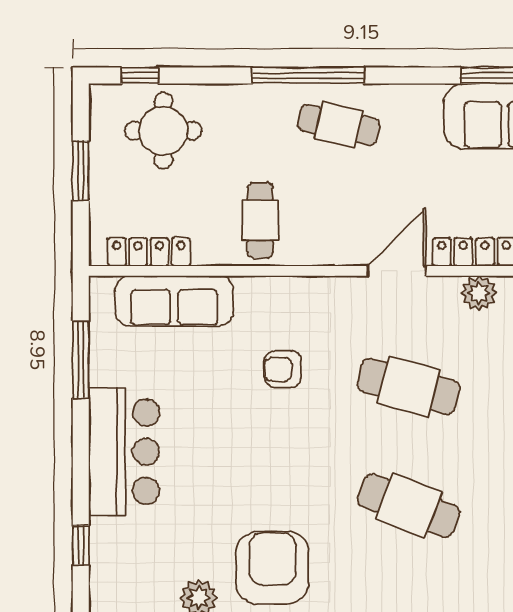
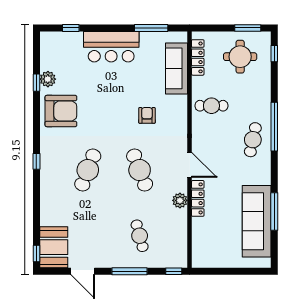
round table: (163, 131) -> (240, 57), moved
window: (81, 171) -> (248, 28), moved
cafe table: (409, 386) -> (140, 170), turned -36

